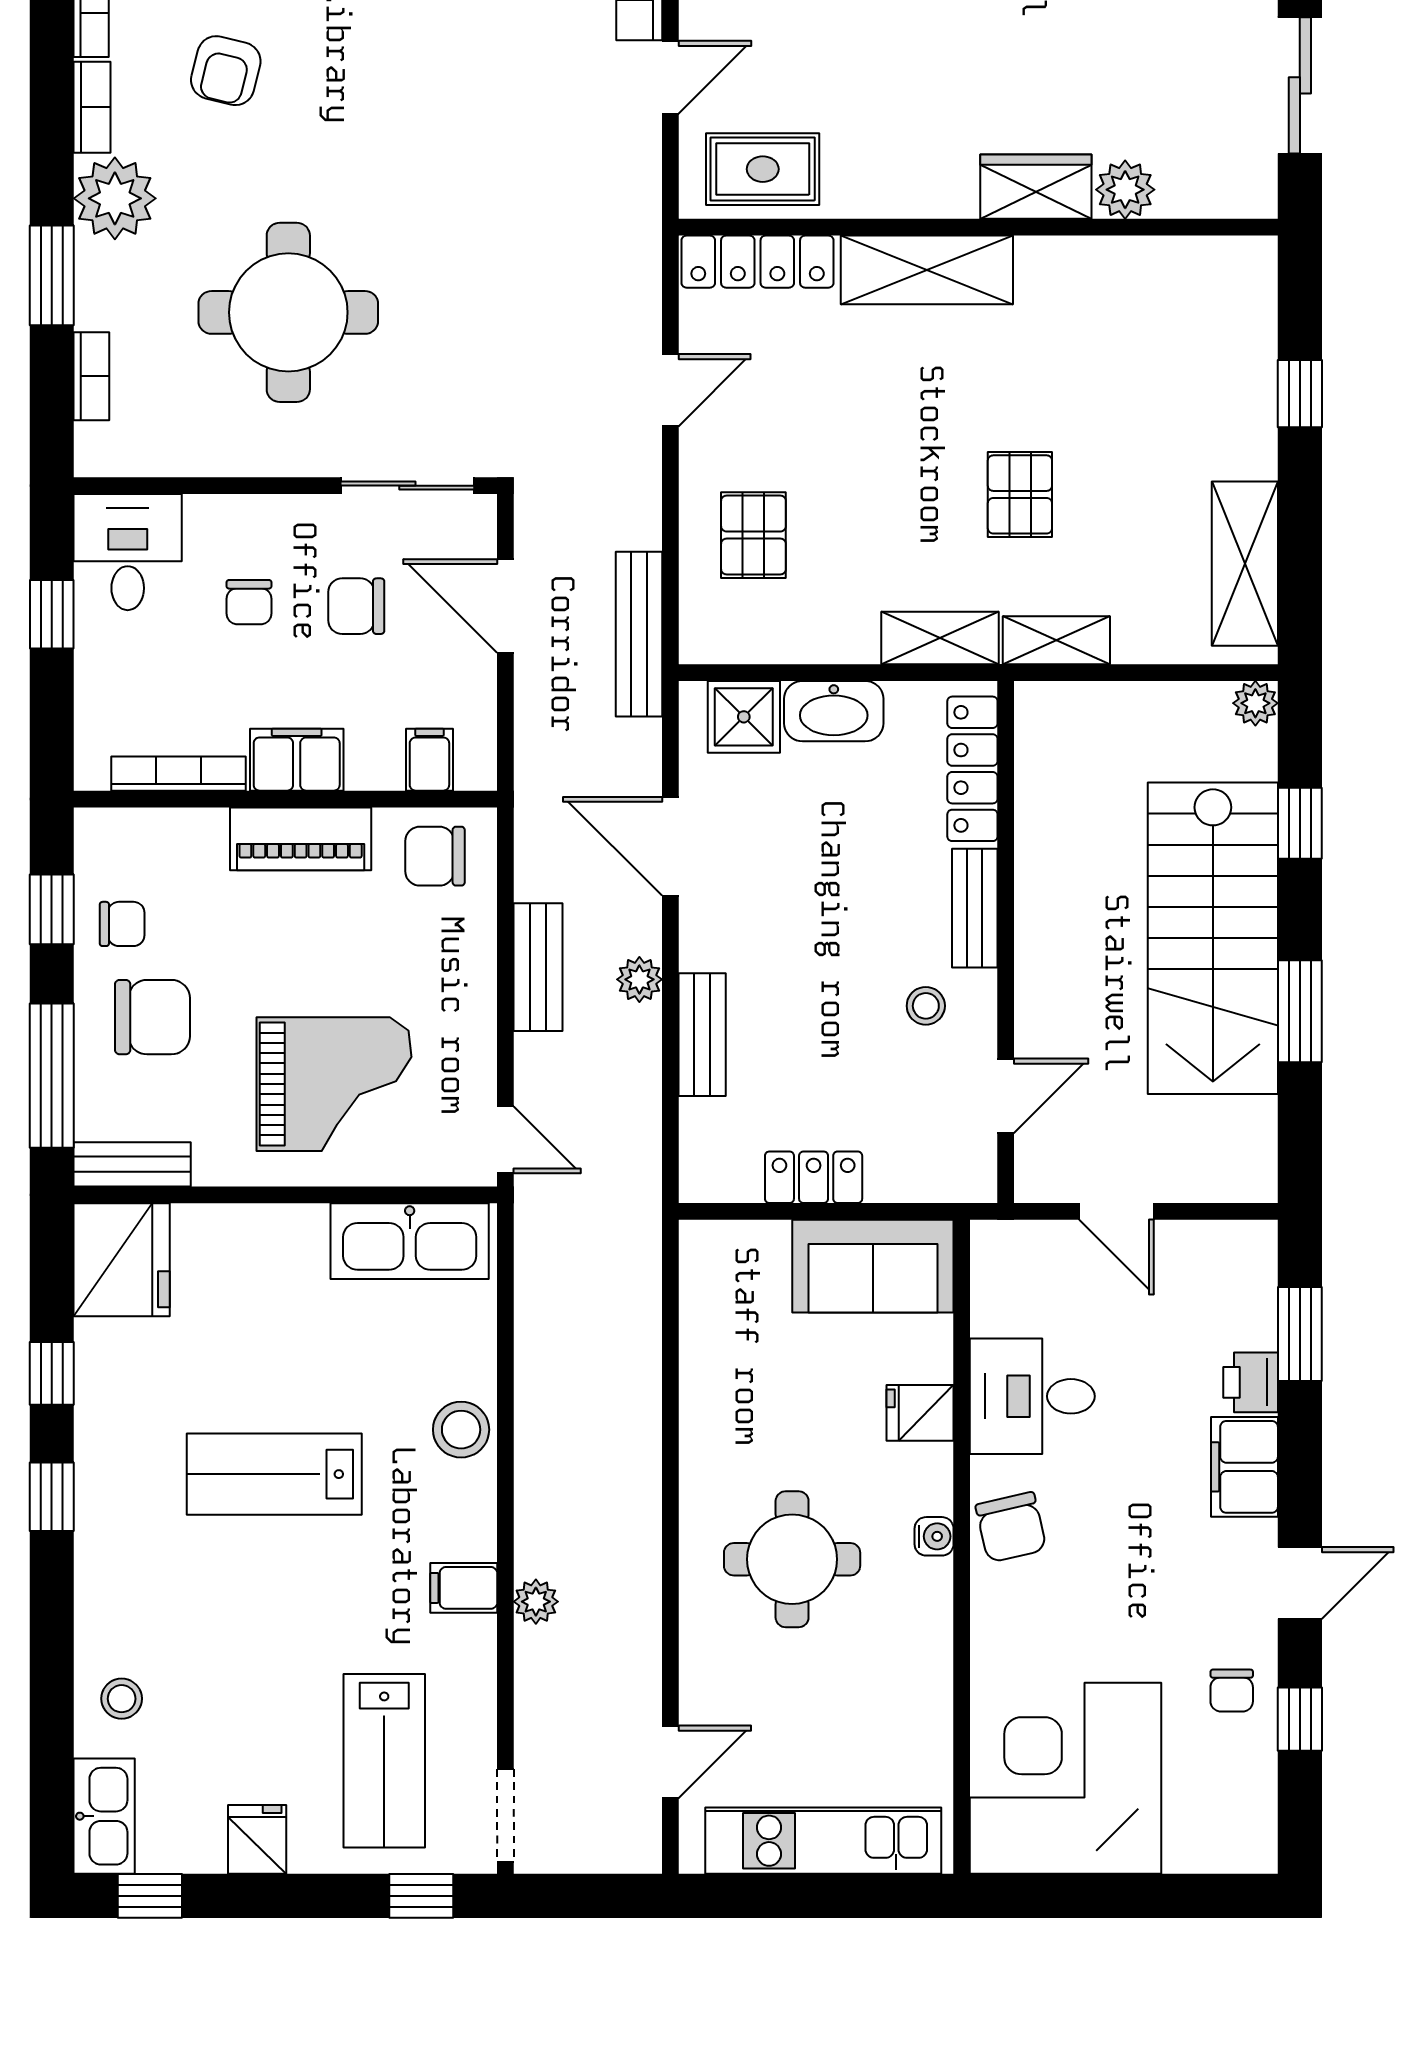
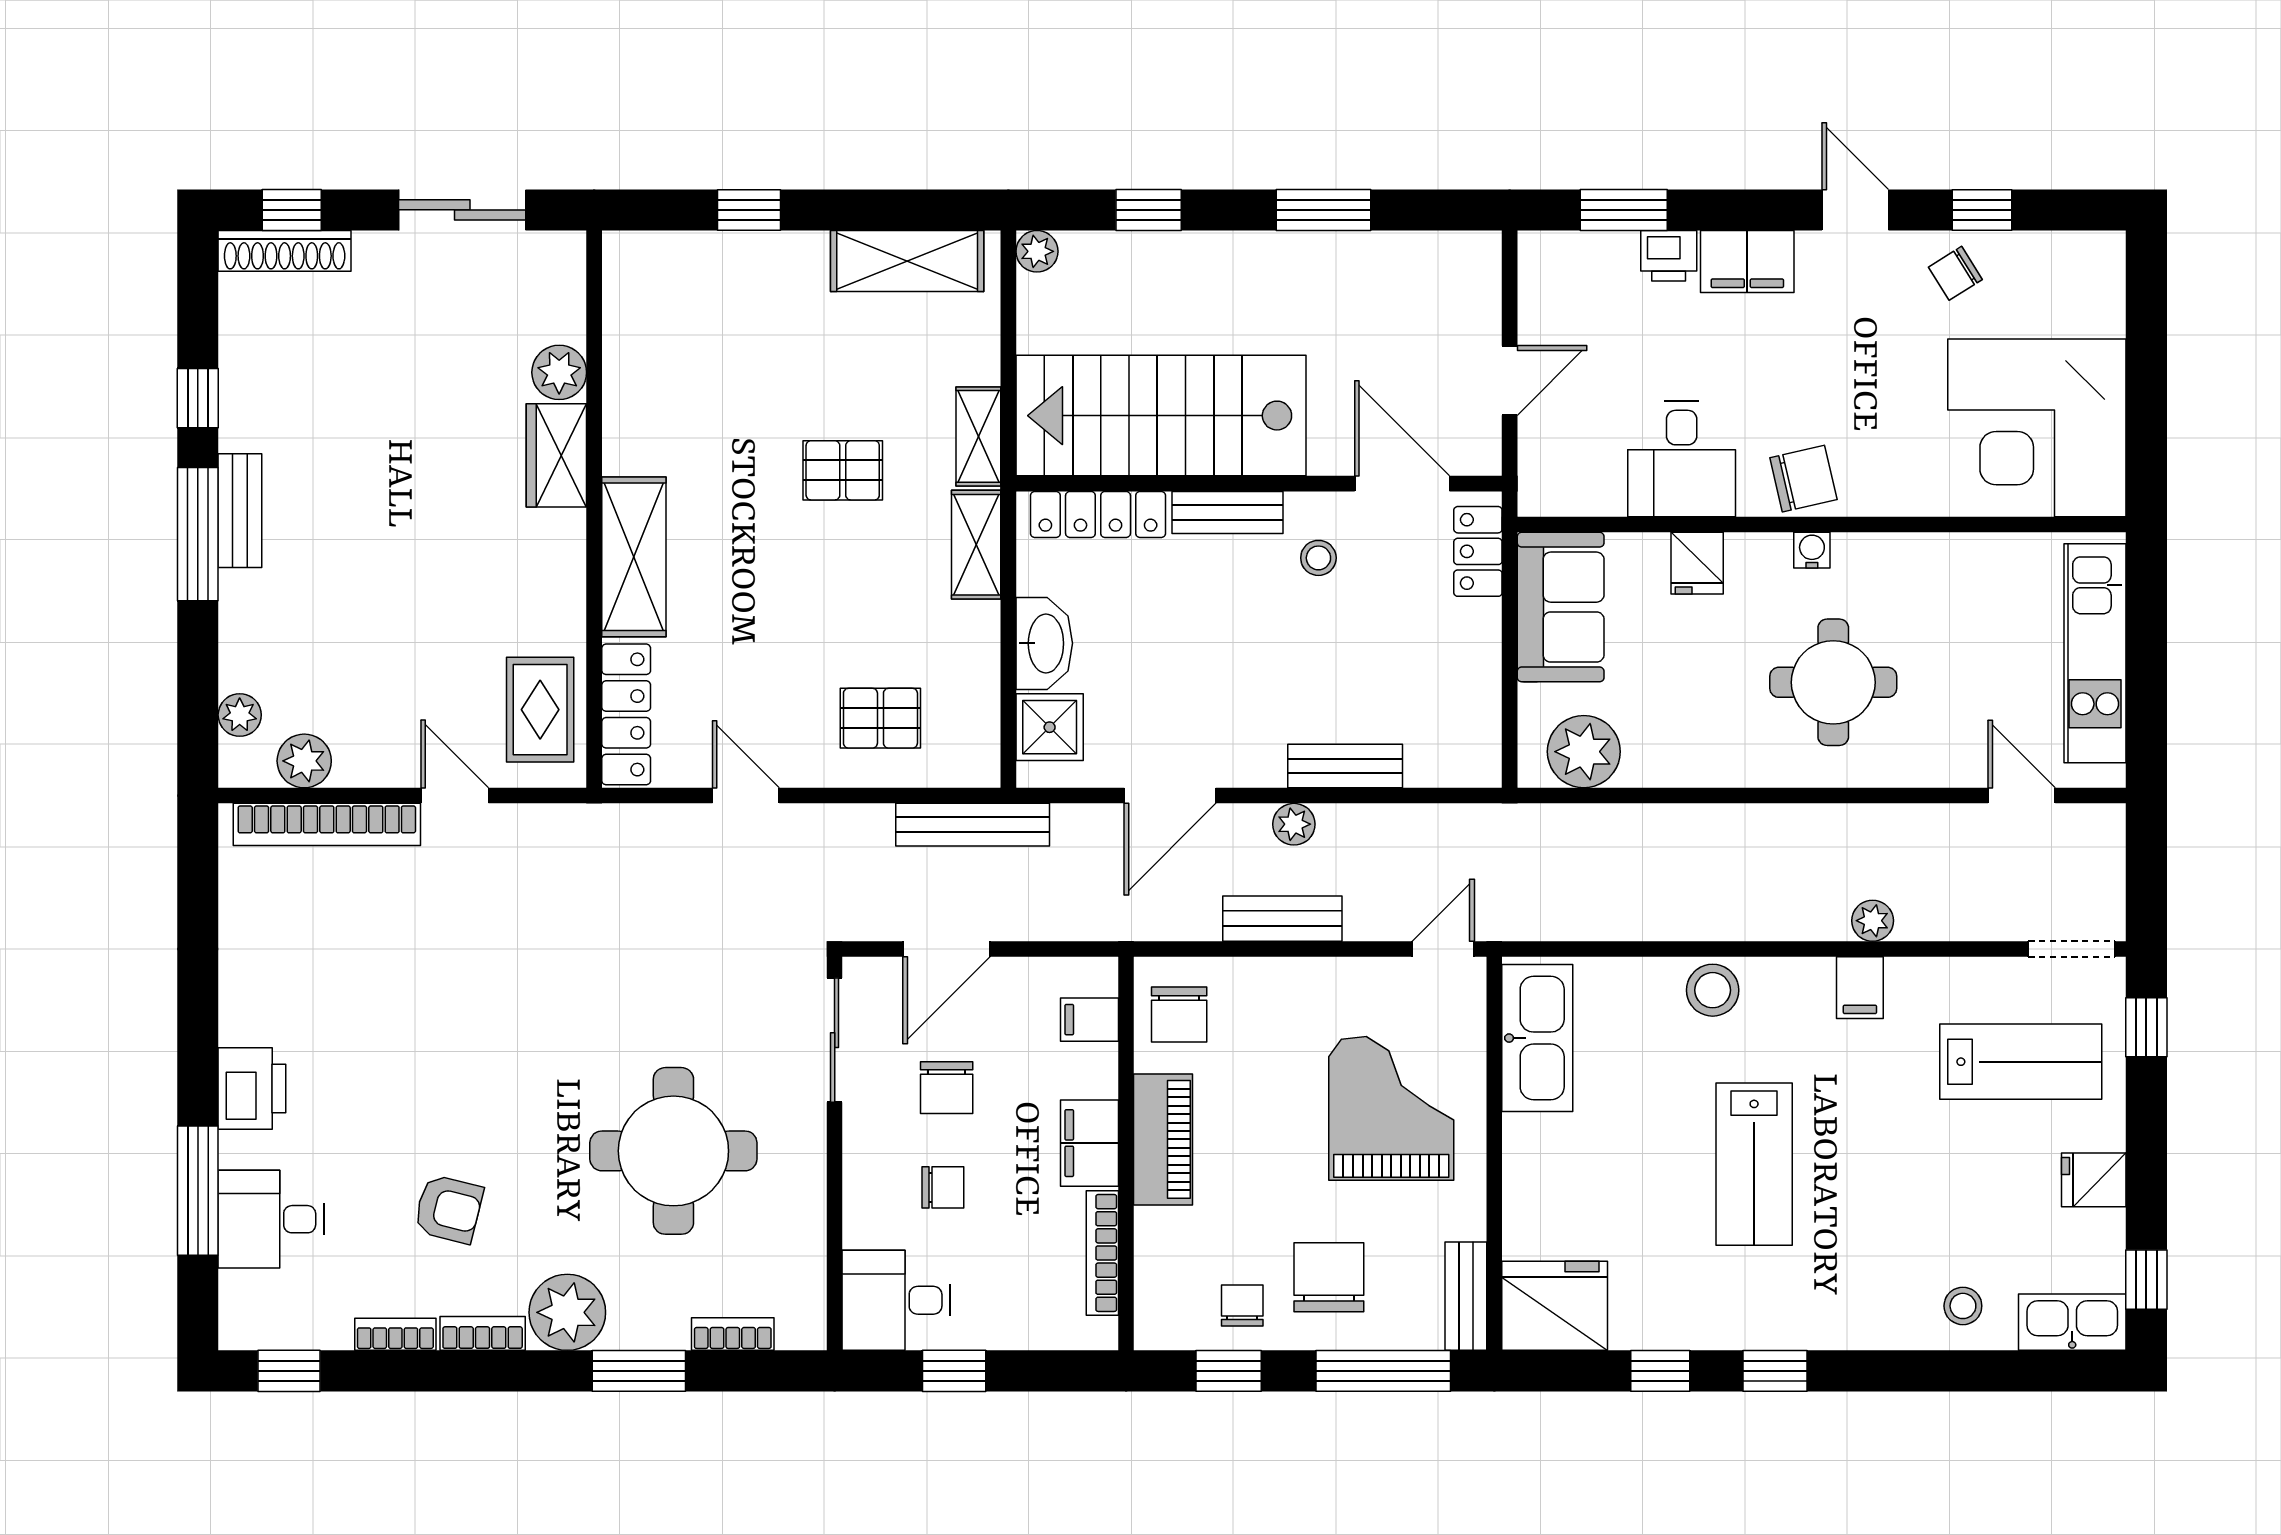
stairs: (1213, 938) -> (1161, 416), moved, turned 180
door: (1006, 1096) -> (1402, 484), width x1.38
locker: (814, 1177) -> (1478, 551), moved
plant: (718, 1291) -> (1584, 752), added
chair: (1232, 1691) -> (1955, 273), turned 148

